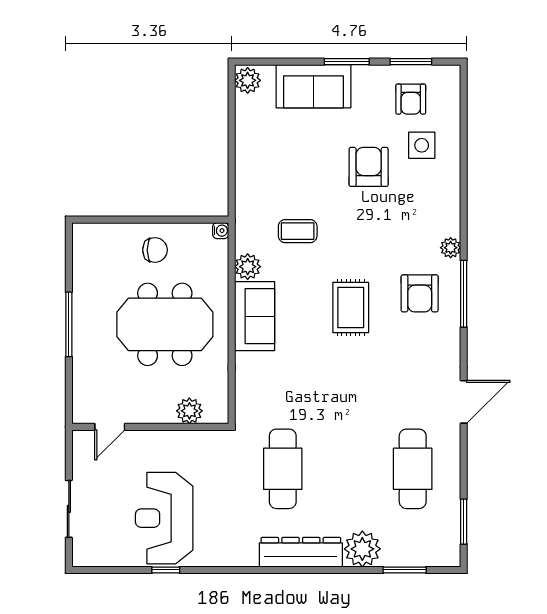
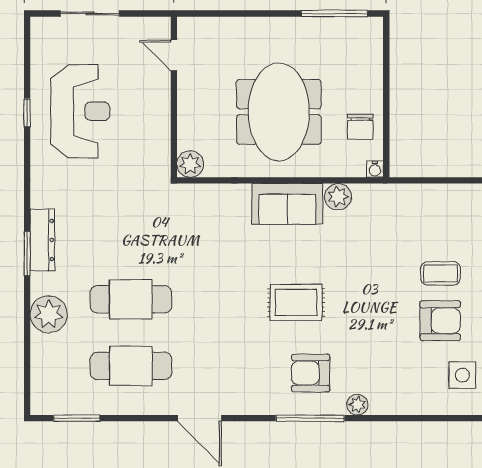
coffee table: (298, 231) -> (440, 273), moved, turned 90
chair: (155, 250) -> (360, 127), moved
window: (69, 324) -> (334, 14), moved
plant: (189, 411) -> (190, 164), moved
cafe table: (283, 469) -> (131, 299), moved
reception desk: (164, 518) -> (80, 111), turned 90
dresser: (301, 552) -> (42, 240), width x0.73, depth x0.80
window: (405, 570) -> (27, 253), moved

